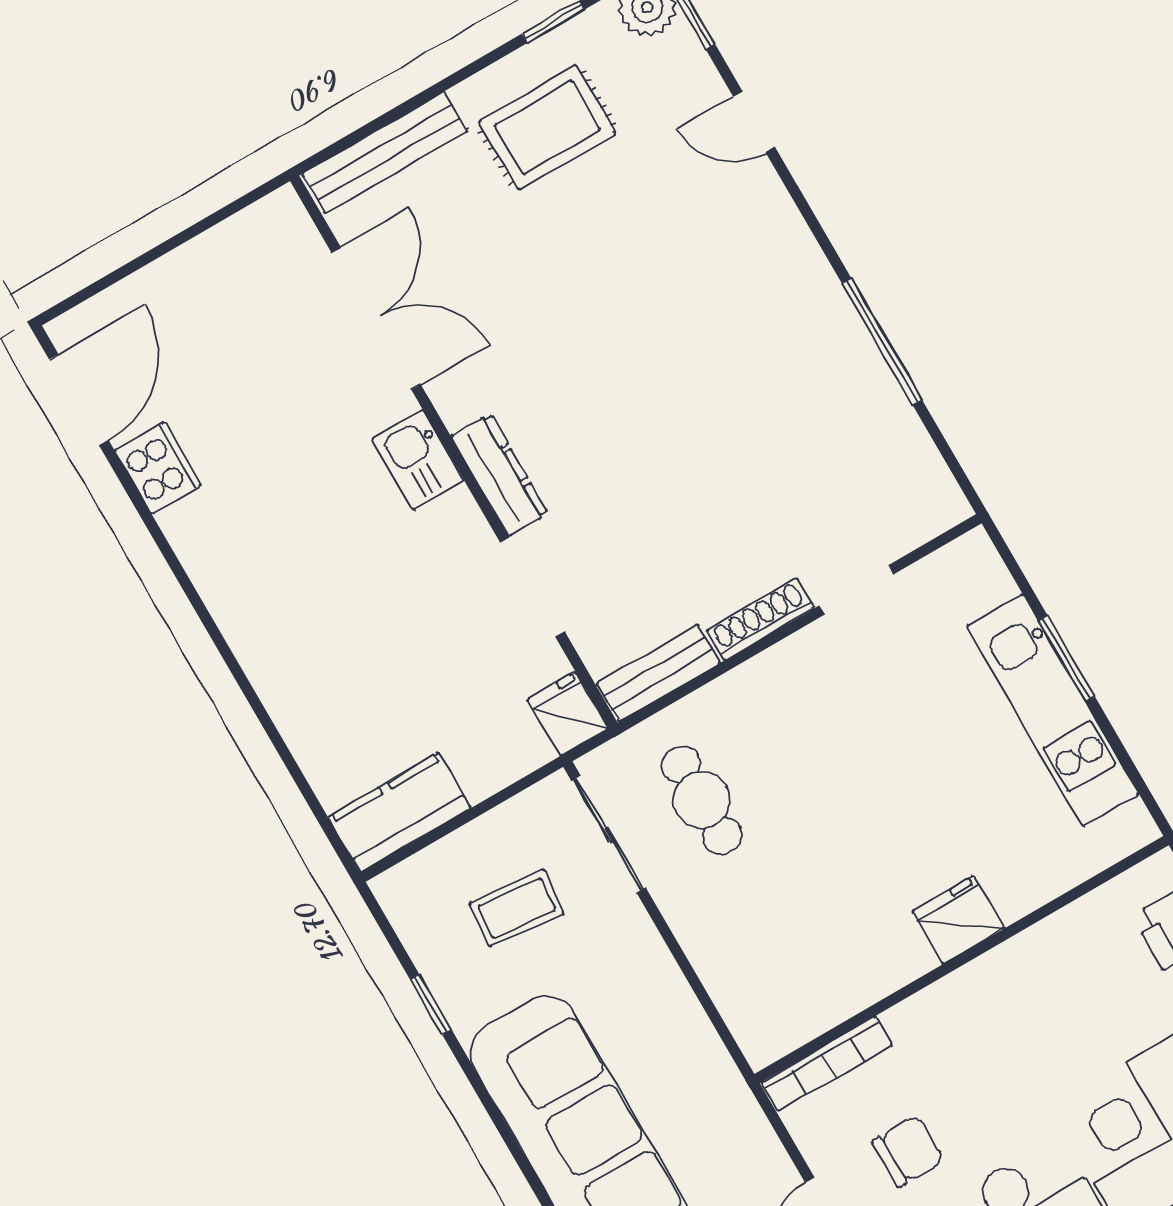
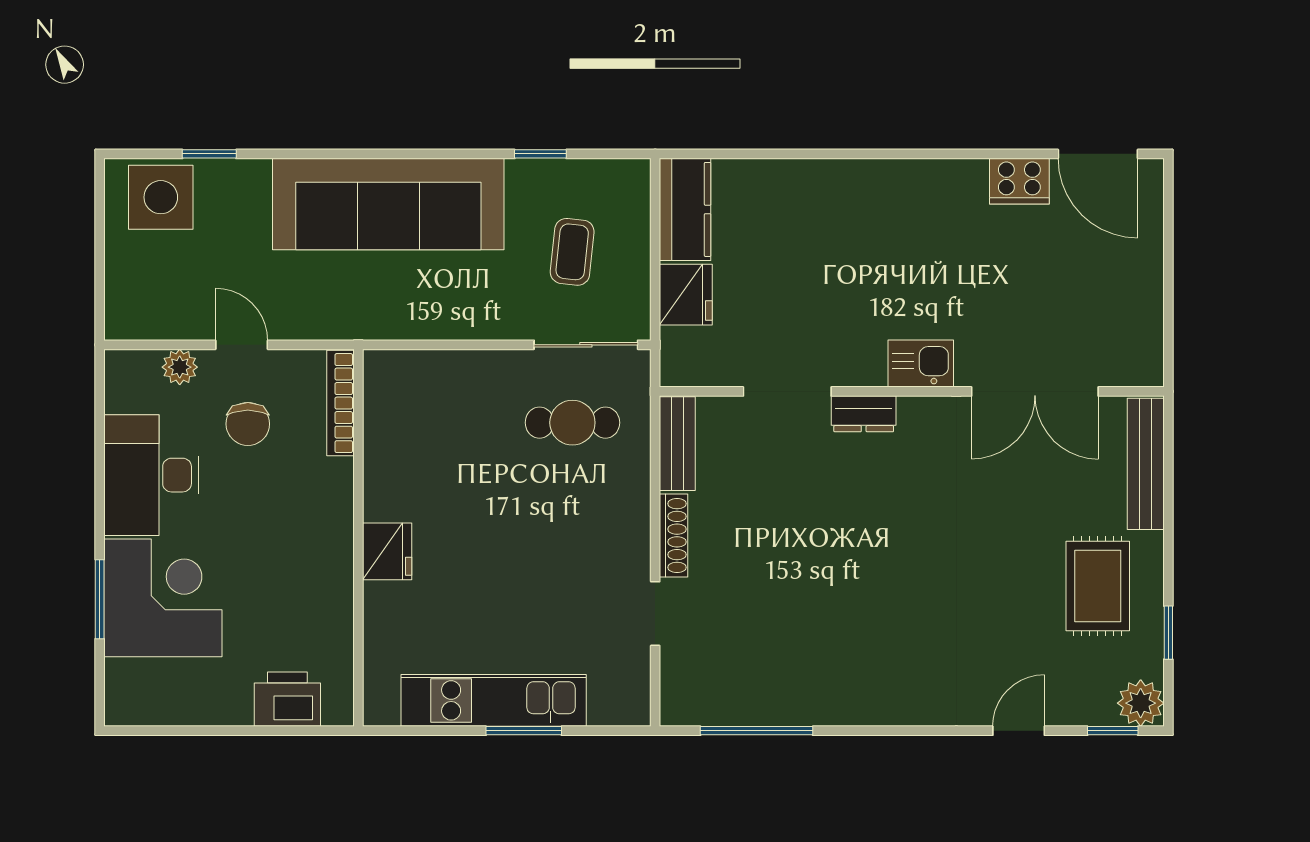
window: (882, 342) -> (757, 731), moved
dresser: (500, 475) -> (864, 414), width x0.70
fridge: (568, 714) -> (686, 295), moved, width x1.38

